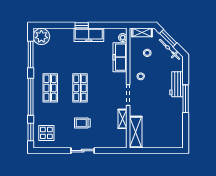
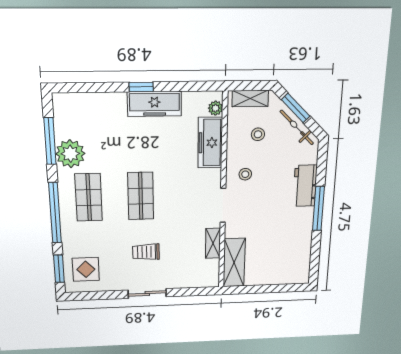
plant: (41, 36) -> (70, 154), moved

